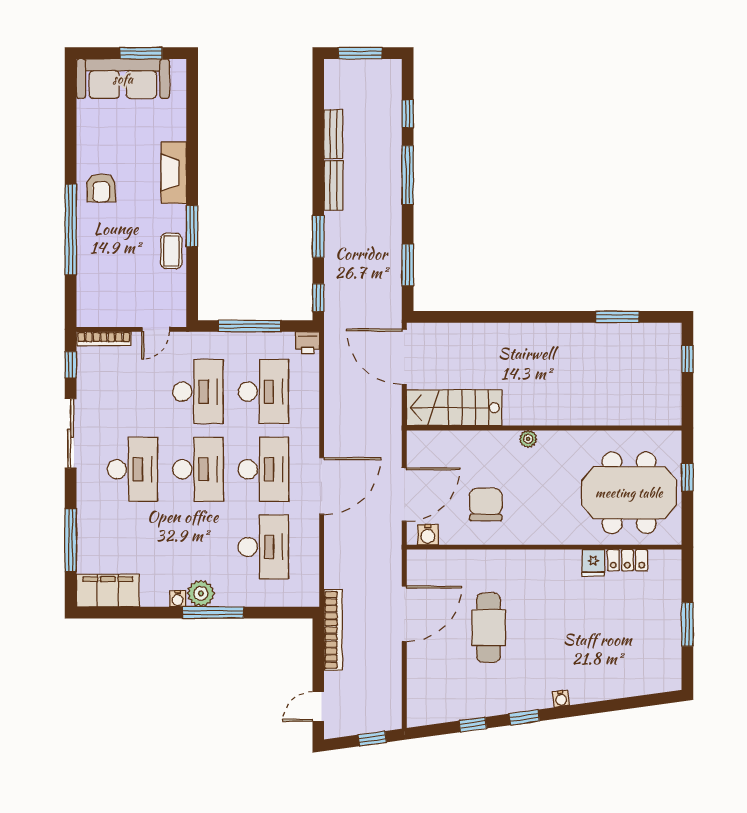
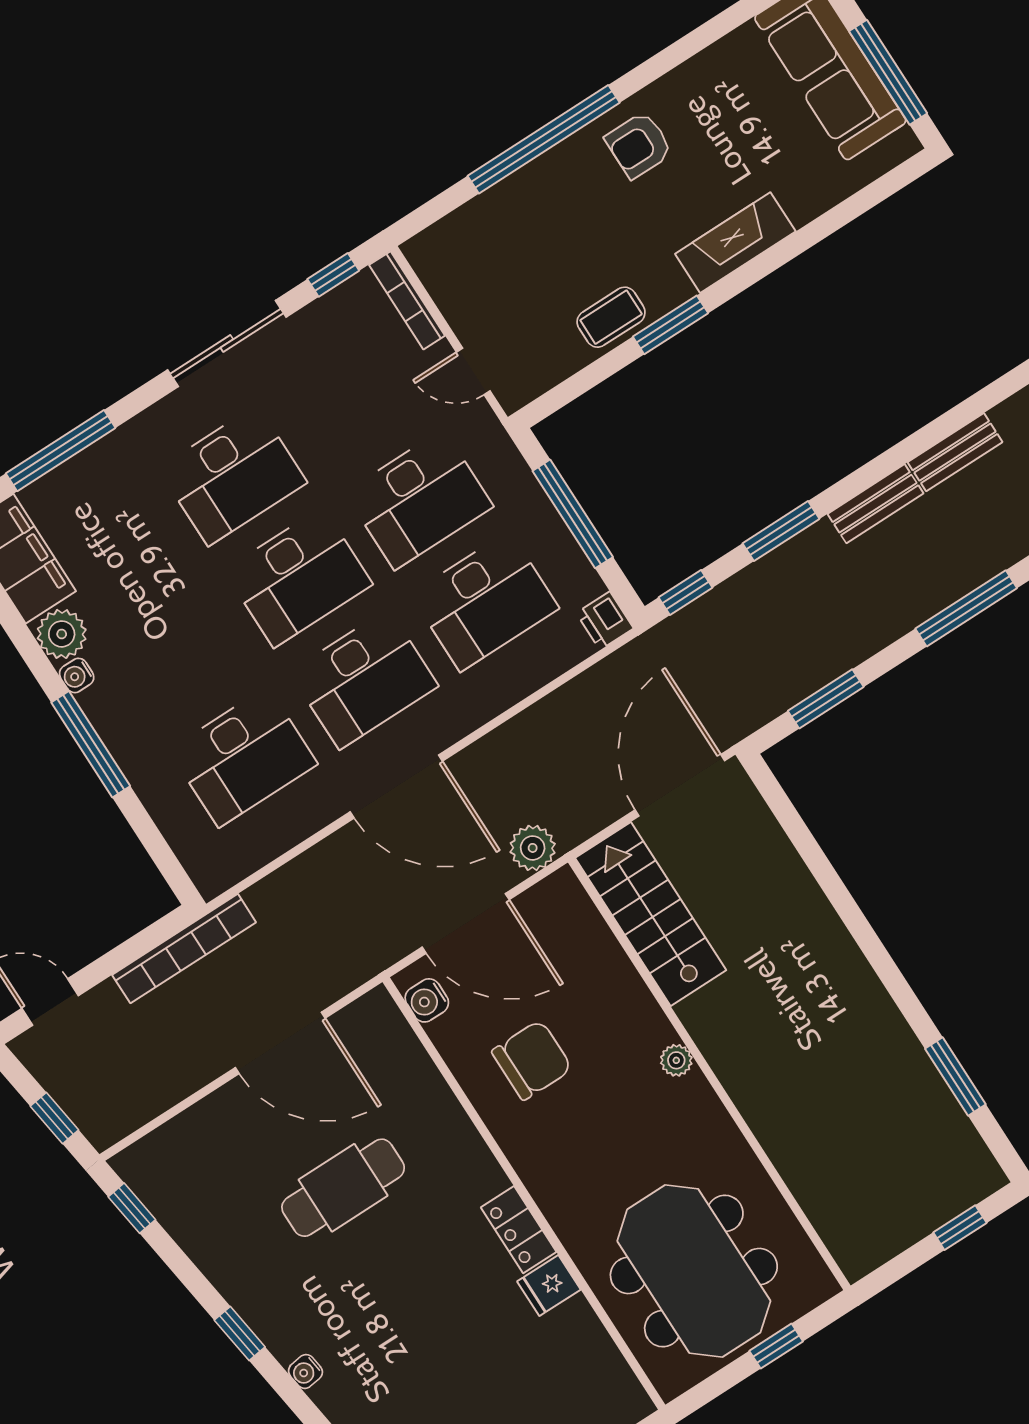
window: (141, 53) -> (888, 72), width x1.44
plant: (390, 442) -> (533, 848), added
locker: (627, 560) -> (519, 1230), moved
plant: (201, 593) -> (62, 634), moved
window: (473, 725) -> (132, 1208), moved

